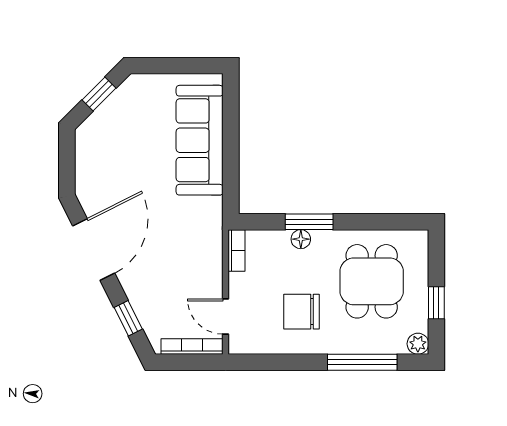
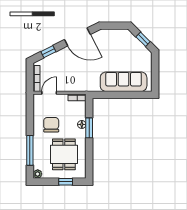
dining table: (372, 281) -> (64, 154), turned 90
window: (436, 303) -> (66, 182), moved

